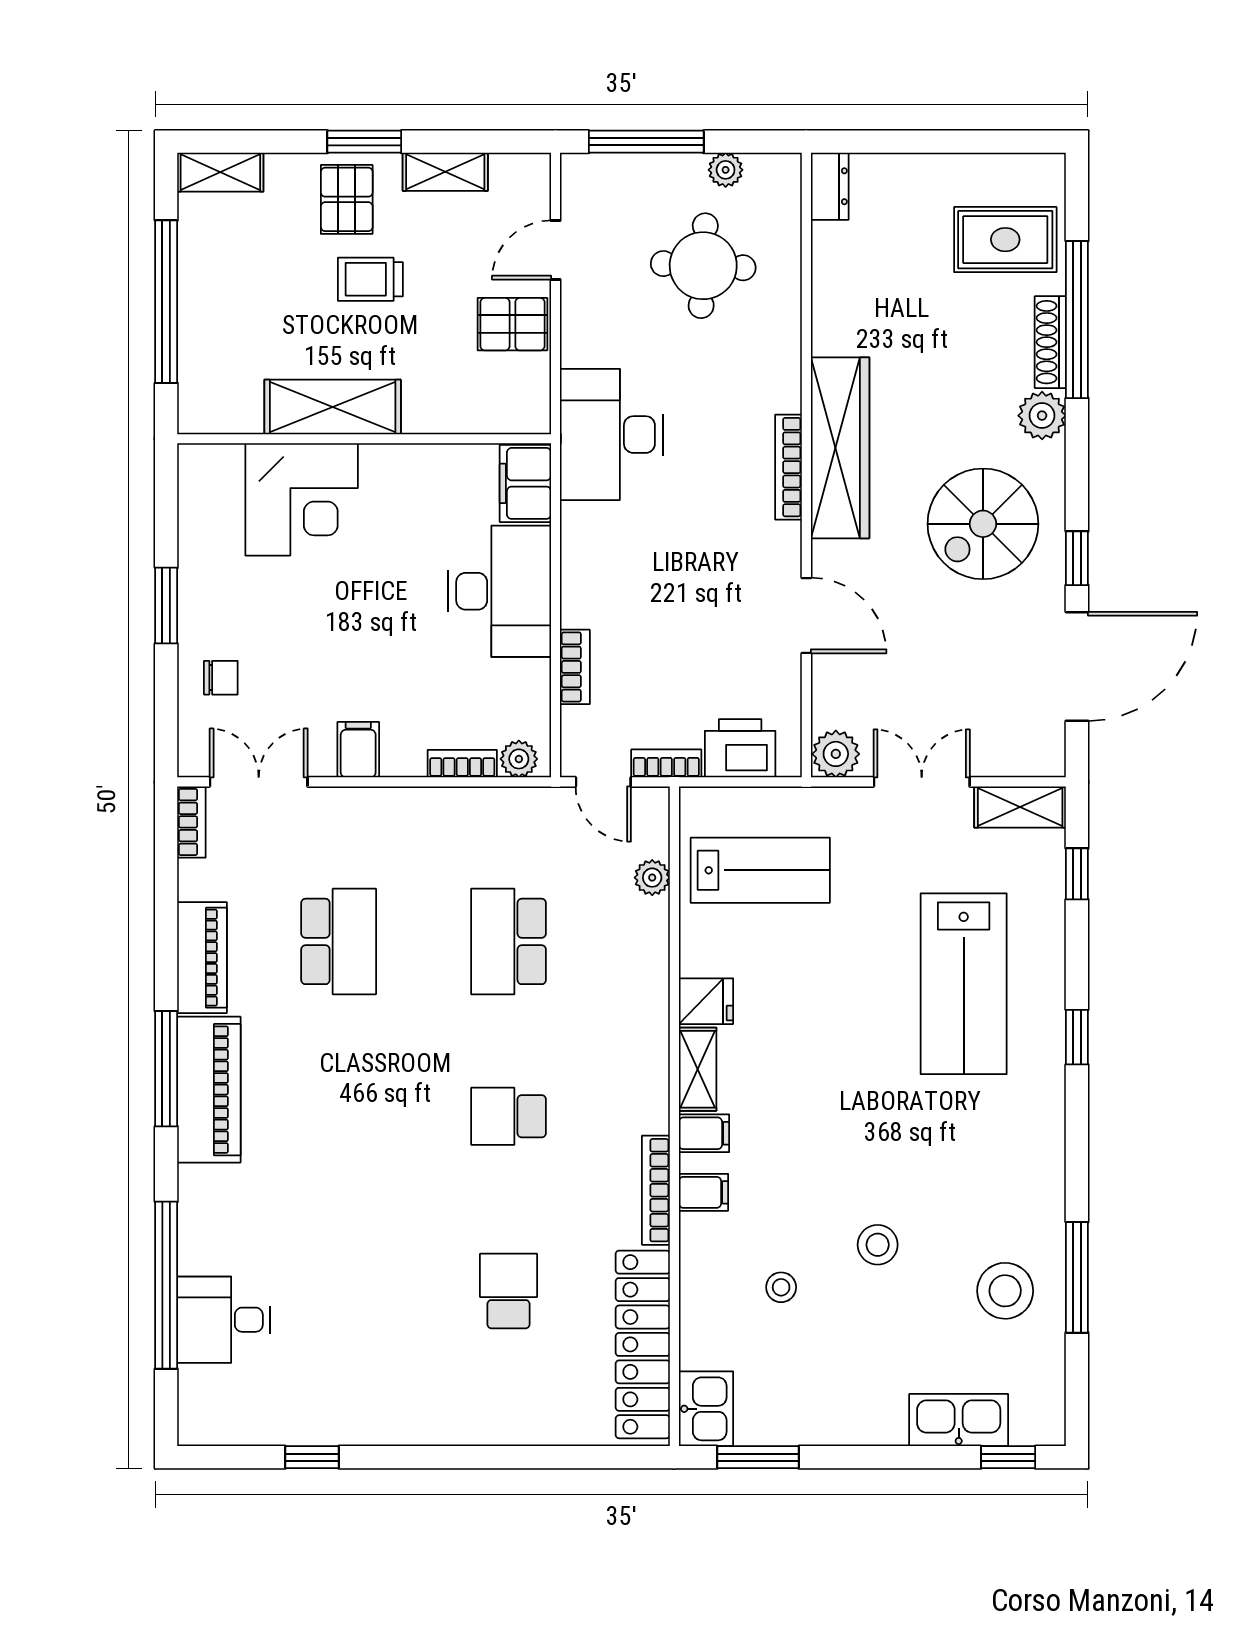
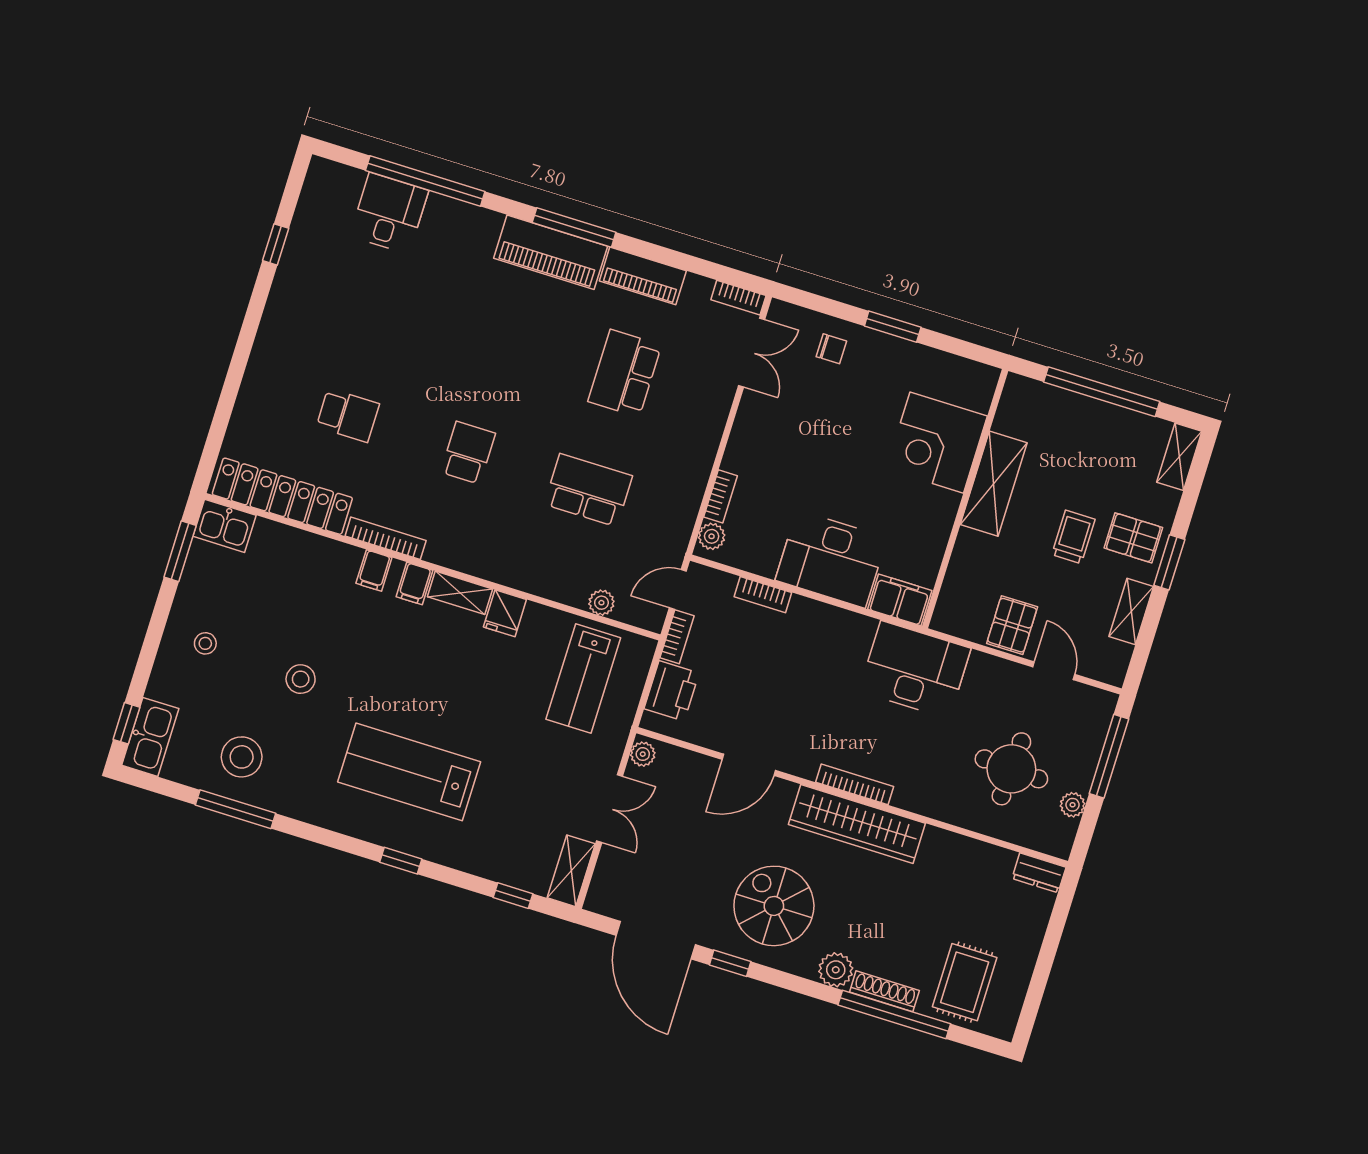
chair: (221, 678) -> (831, 349), turned -90
filing cabinet: (358, 750) -> (752, 428), removed
plant: (836, 754) -> (643, 754), width x0.73, depth x0.73
school desk: (339, 941) -> (625, 373), turned 90
lab bench: (964, 984) -> (409, 772), moved
stool: (781, 1287) -> (205, 643), moved
kitchen sink: (959, 1420) -> (150, 737), moved

